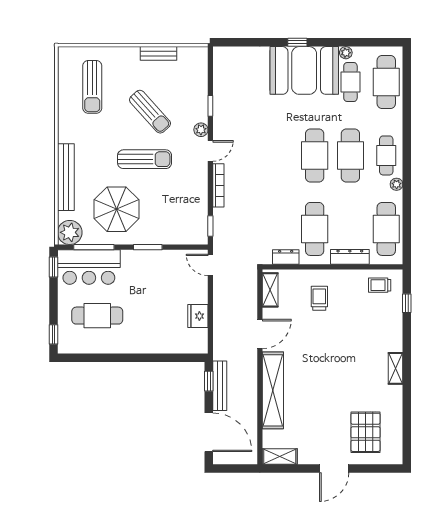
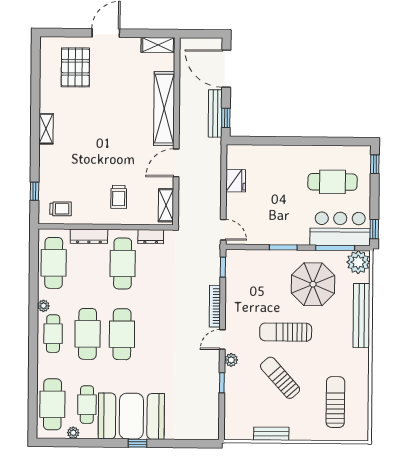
plant: (346, 53) -> (73, 433), moved

